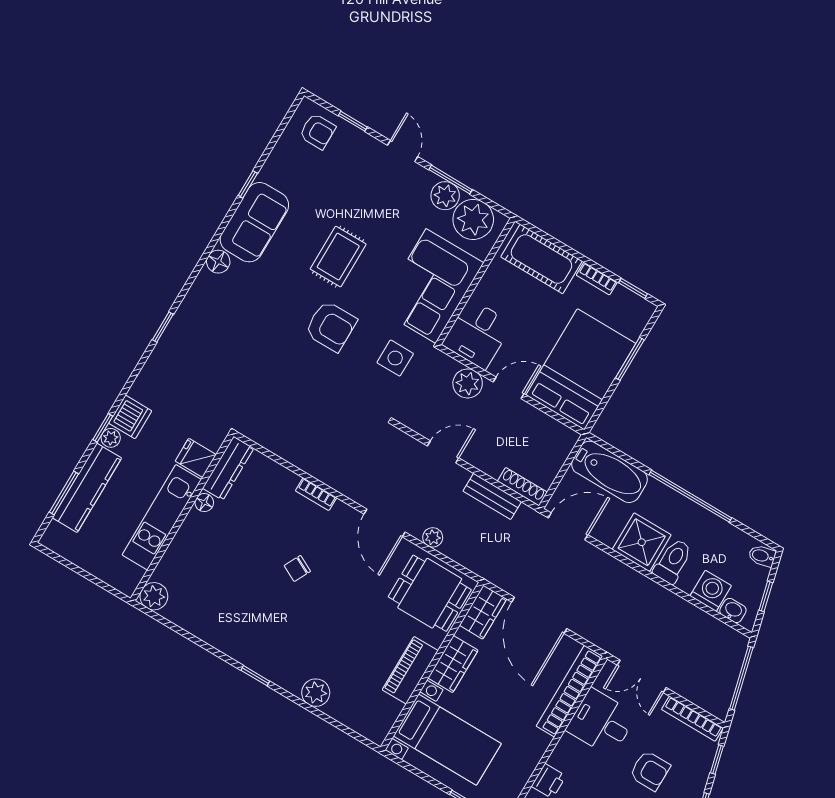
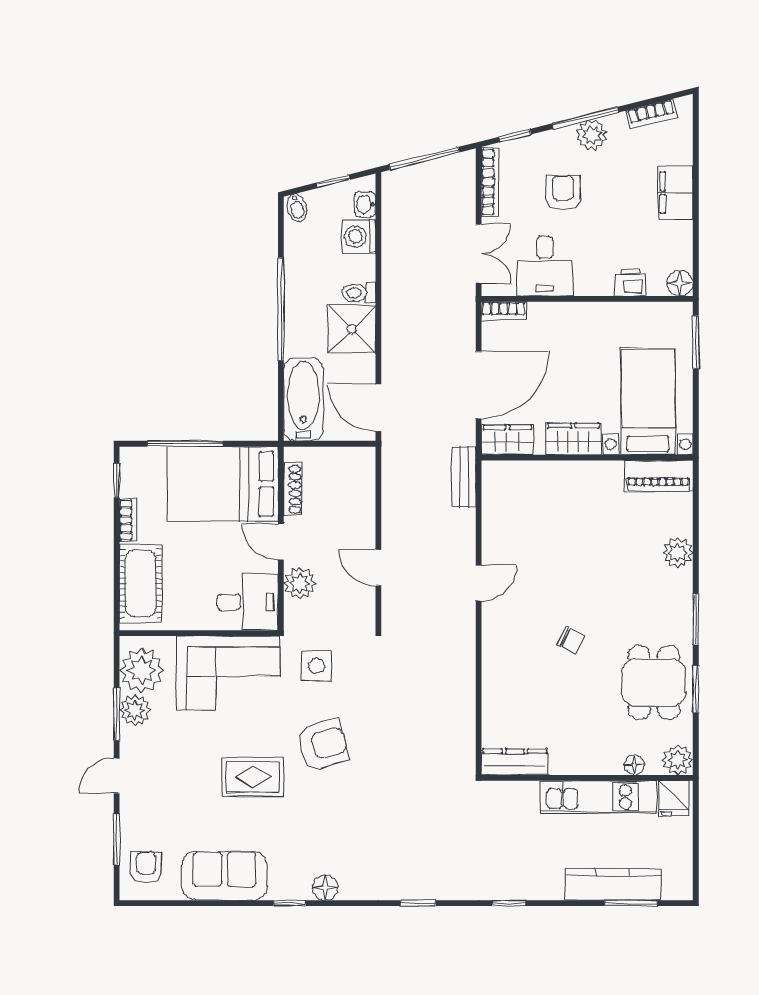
window: (353, 121) -> (117, 840), width x1.50
window: (248, 184) -> (290, 903), moved
sofa: (254, 222) -> (224, 876), moved
armchair: (331, 326) -> (323, 745), turned 74
window: (630, 359) -> (185, 444), width x1.44
dishwasher: (130, 417) -> (522, 883), removed
window: (103, 428) -> (509, 903), moved
plant: (111, 438) -> (552, 890), removed
fridge: (196, 458) -> (674, 798), moved
shoe rack: (522, 487) -> (293, 489), moved, turned 180
bookcase: (316, 494) -> (490, 664), removed
bench: (492, 496) -> (464, 477), moved
floor lamp: (204, 503) -> (634, 765), moved
door: (385, 523) -> (479, 583), width x0.73
plant: (433, 537) -> (465, 529), removed
toilet: (673, 561) -> (359, 293), width x0.73, depth x0.72
dining table: (430, 593) -> (654, 683), moved
window: (201, 643) -> (696, 689), added
piano: (410, 670) -> (658, 476), moved
window: (255, 676) -> (696, 619), width x1.50
bookcase: (569, 691) -> (504, 311), width x0.43, depth x0.76

